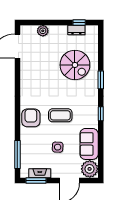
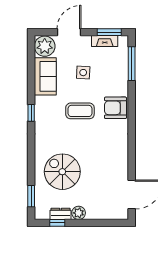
plant: (43, 31) -> (79, 213), moved
window: (101, 80) -> (31, 196), moved
armchair: (31, 118) -> (115, 108), turned 90

